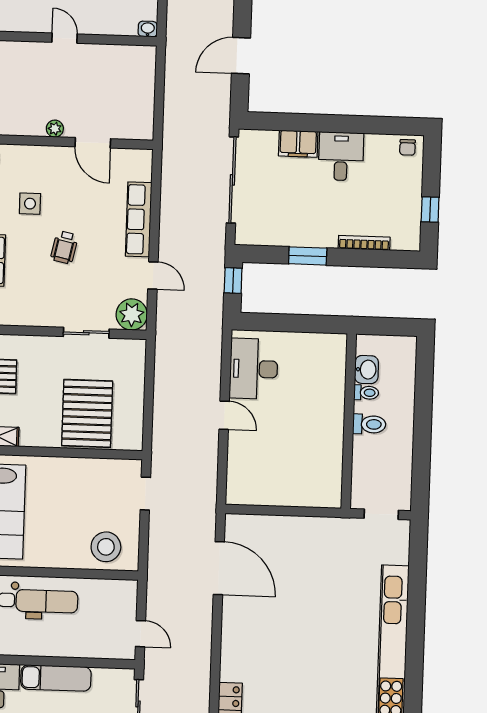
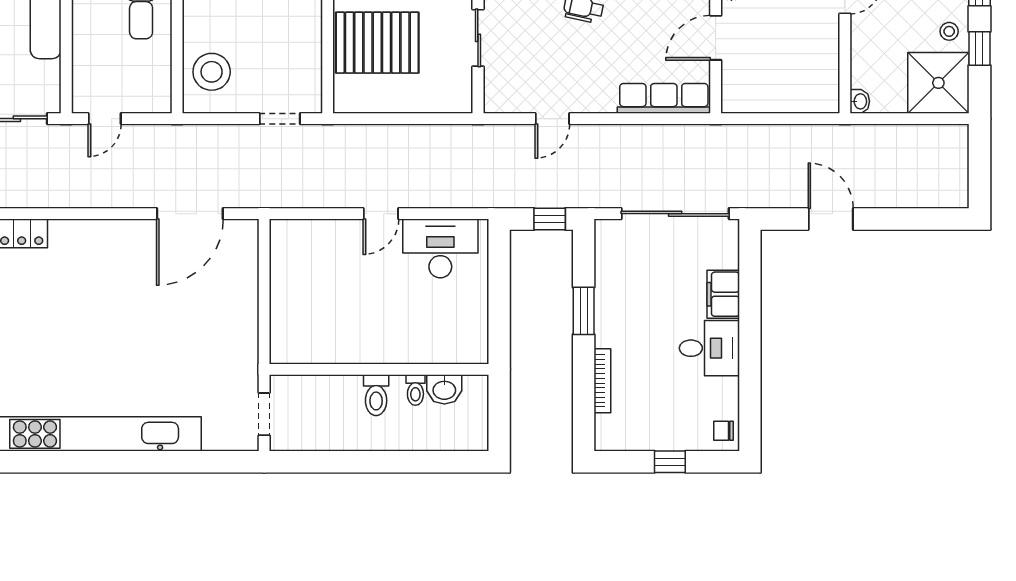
window: (430, 209) -> (670, 462), moved
row of seats: (139, 219) -> (664, 98), moved
plant: (132, 314) -> (503, 94), removed

